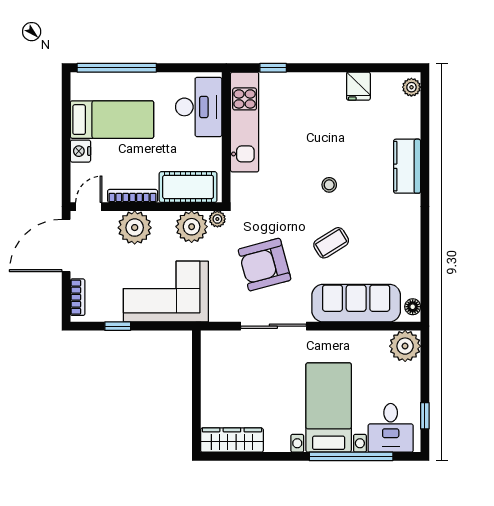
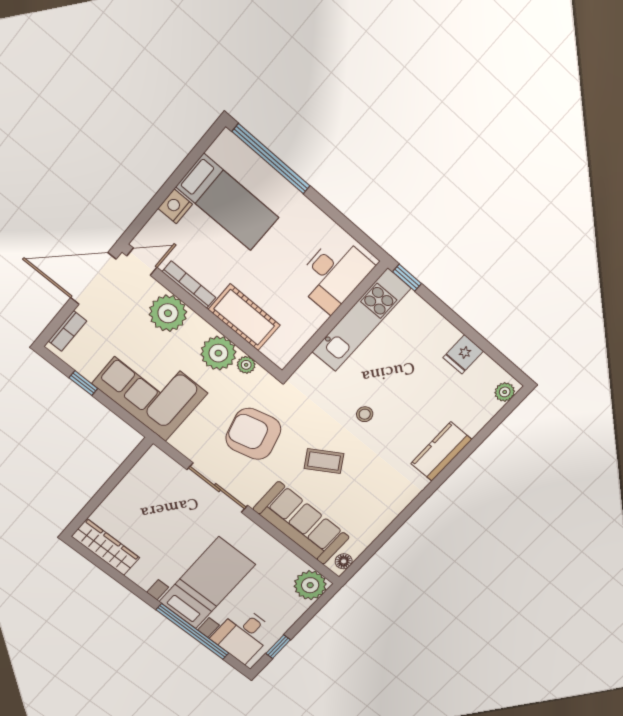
desk: (199, 107) -> (334, 274), moved
kitchen unit: (245, 122) -> (361, 320), moved
wall: (226, 137) -> (334, 320), moved

